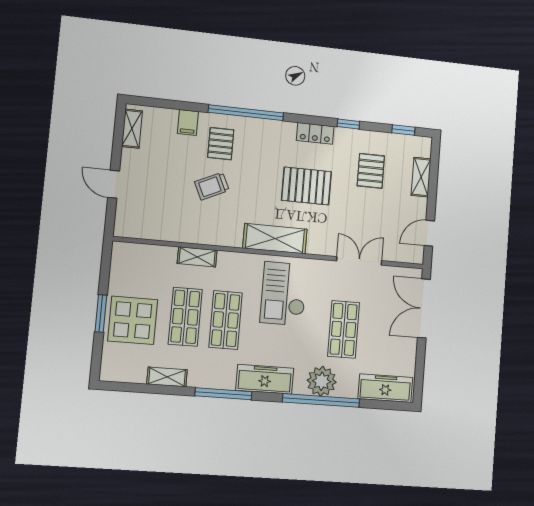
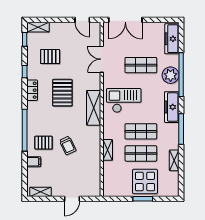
shelving: (421, 177) -> (38, 27), moved
checkout: (284, 294) -> (124, 100), turned 180

